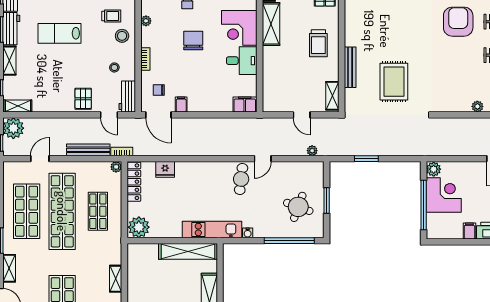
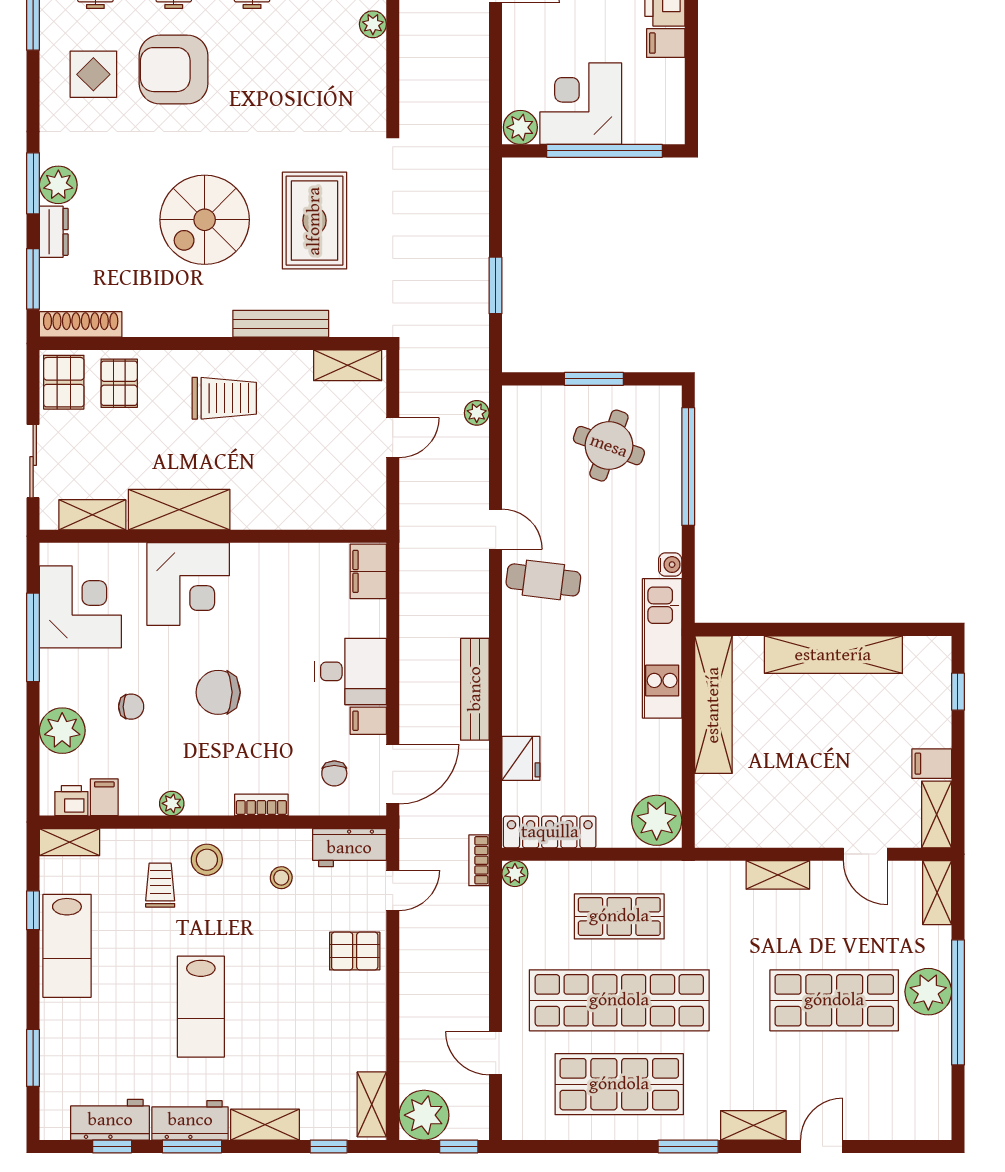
spiral stairs: (394, 35) -> (205, 220), added
desk: (242, 61) -> (351, 671), moved, turned 90
rug: (394, 82) -> (314, 221), turned 90
bench: (88, 150) -> (475, 689), moved

